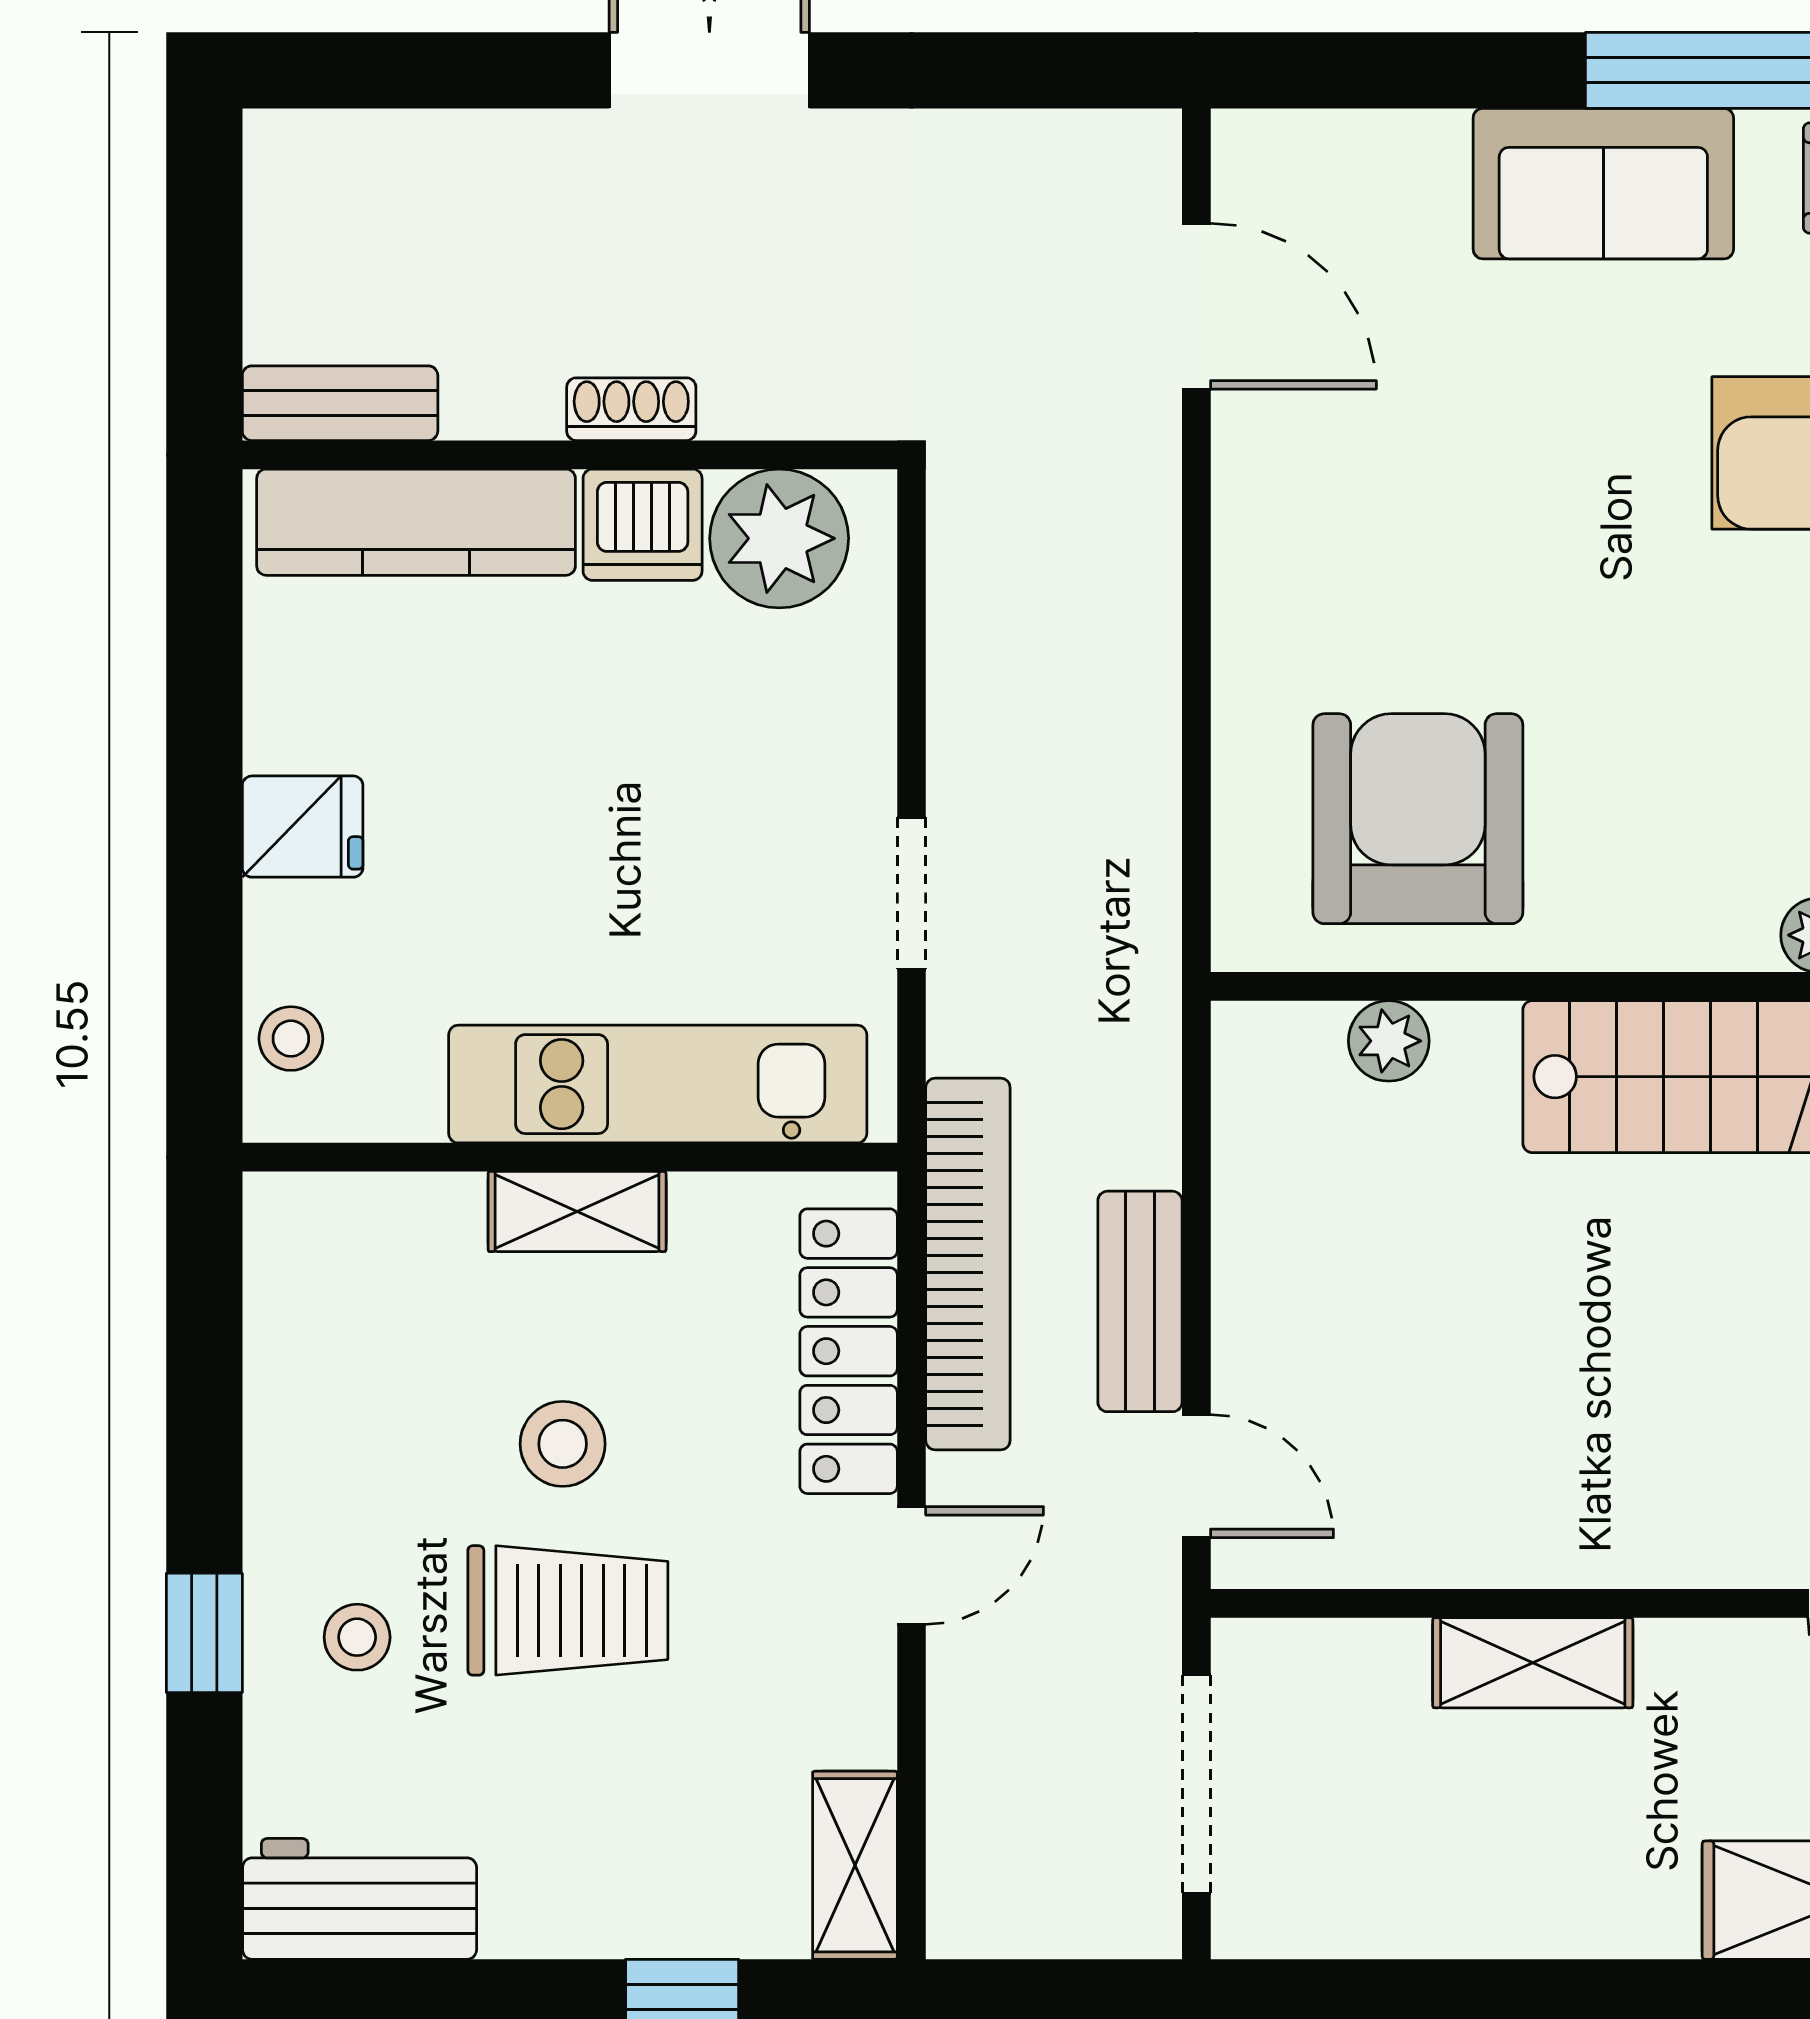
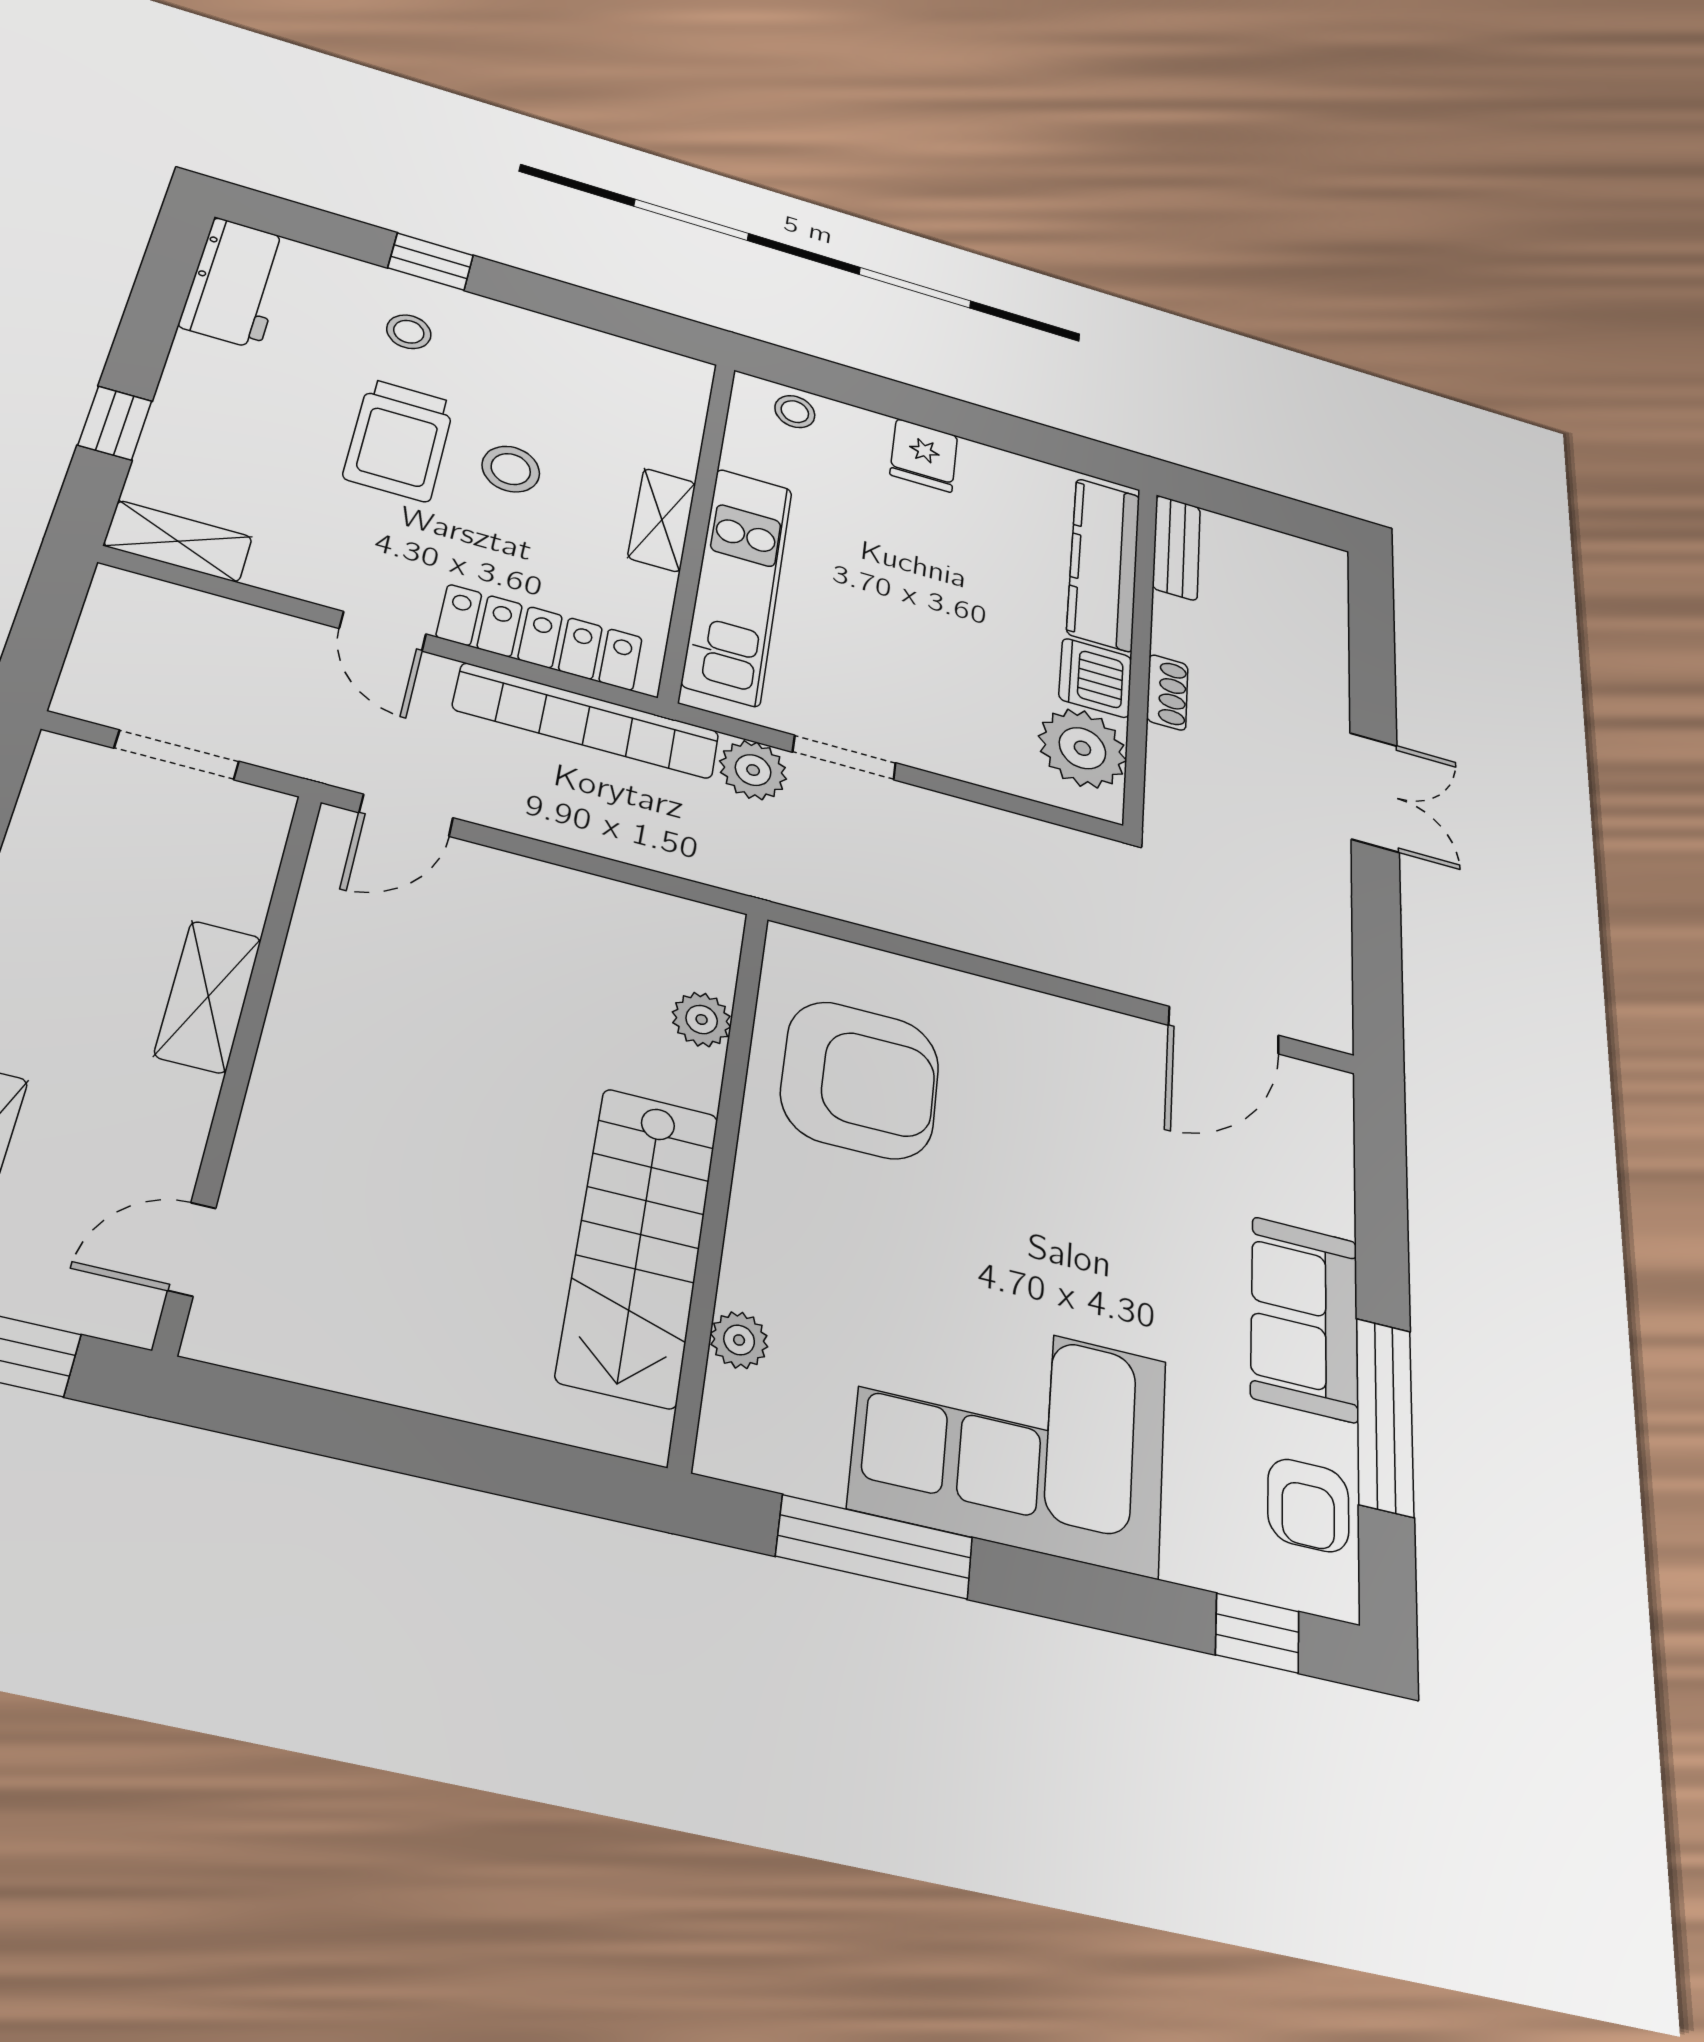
plant: (975, 1021) -> (753, 770), added
bench: (1140, 1301) -> (540, 814), removed
doorway: (1196, 1784) -> (177, 755), width x0.73

